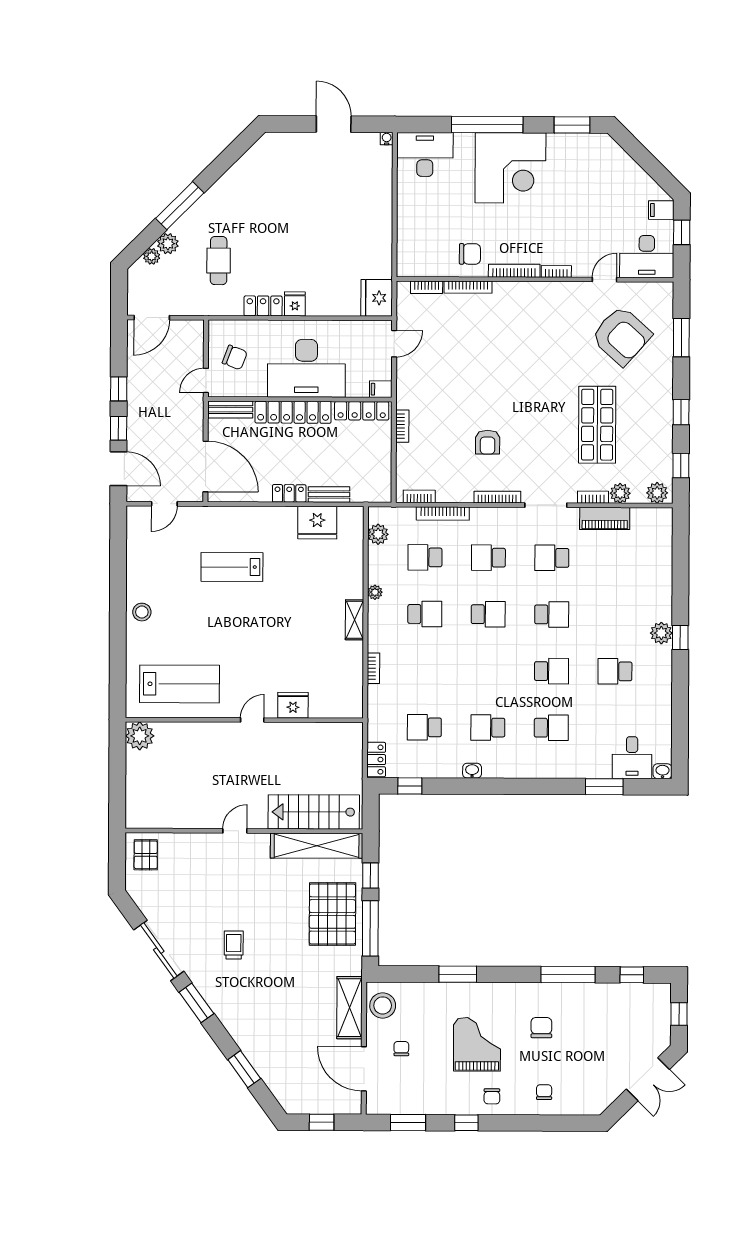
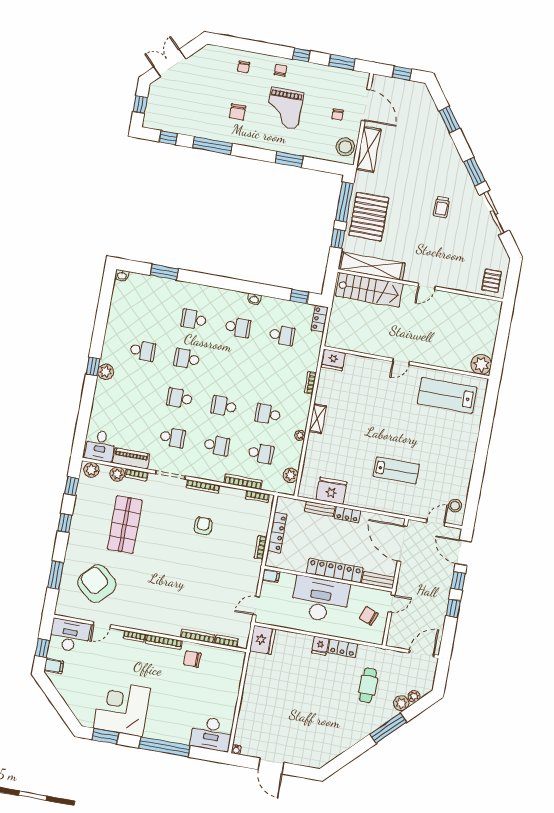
corner desk: (510, 168) -> (122, 708), moved
locker: (362, 411) -> (277, 533), moved, turned 90
stool: (142, 612) -> (455, 506), moved
fridge: (293, 705) -> (333, 360), moved
desk: (632, 758) -> (100, 446), moved, turned 180

